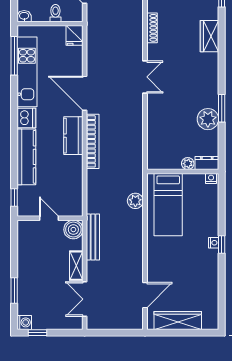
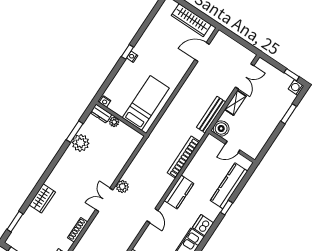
door: (85, 93) -> (152, 216), width x0.53
window: (222, 108) -> (75, 132), moved
bookcase: (93, 141) -> (183, 157), moved
kitchen counter: (26, 157) -> (229, 186), moved
window: (14, 198) -> (227, 208), moved
plant: (135, 201) -> (122, 187), moved
door: (49, 218) -> (233, 147), hinge flipped

